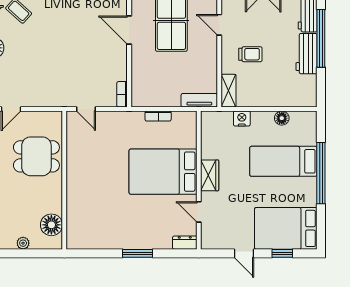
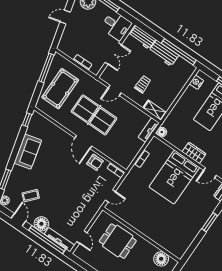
door: (129, 30) -> (83, 142), hinge flipped
window: (321, 38) -> (179, 52), moved
armchair: (114, 62) -> (95, 162), added
floor lamp: (282, 118) -> (162, 132), moved
nightstand: (242, 119) -> (196, 82), moved
dining table: (36, 156) -> (118, 241), turned 90

